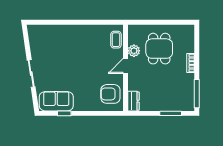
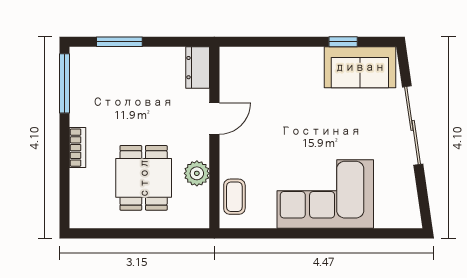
corner sofa: (73, 41) -> (325, 194), added
door: (125, 66) -> (214, 119), moved
sliding door: (31, 74) -> (413, 125), width x1.37
armchair: (110, 94) -> (246, 83), removed

